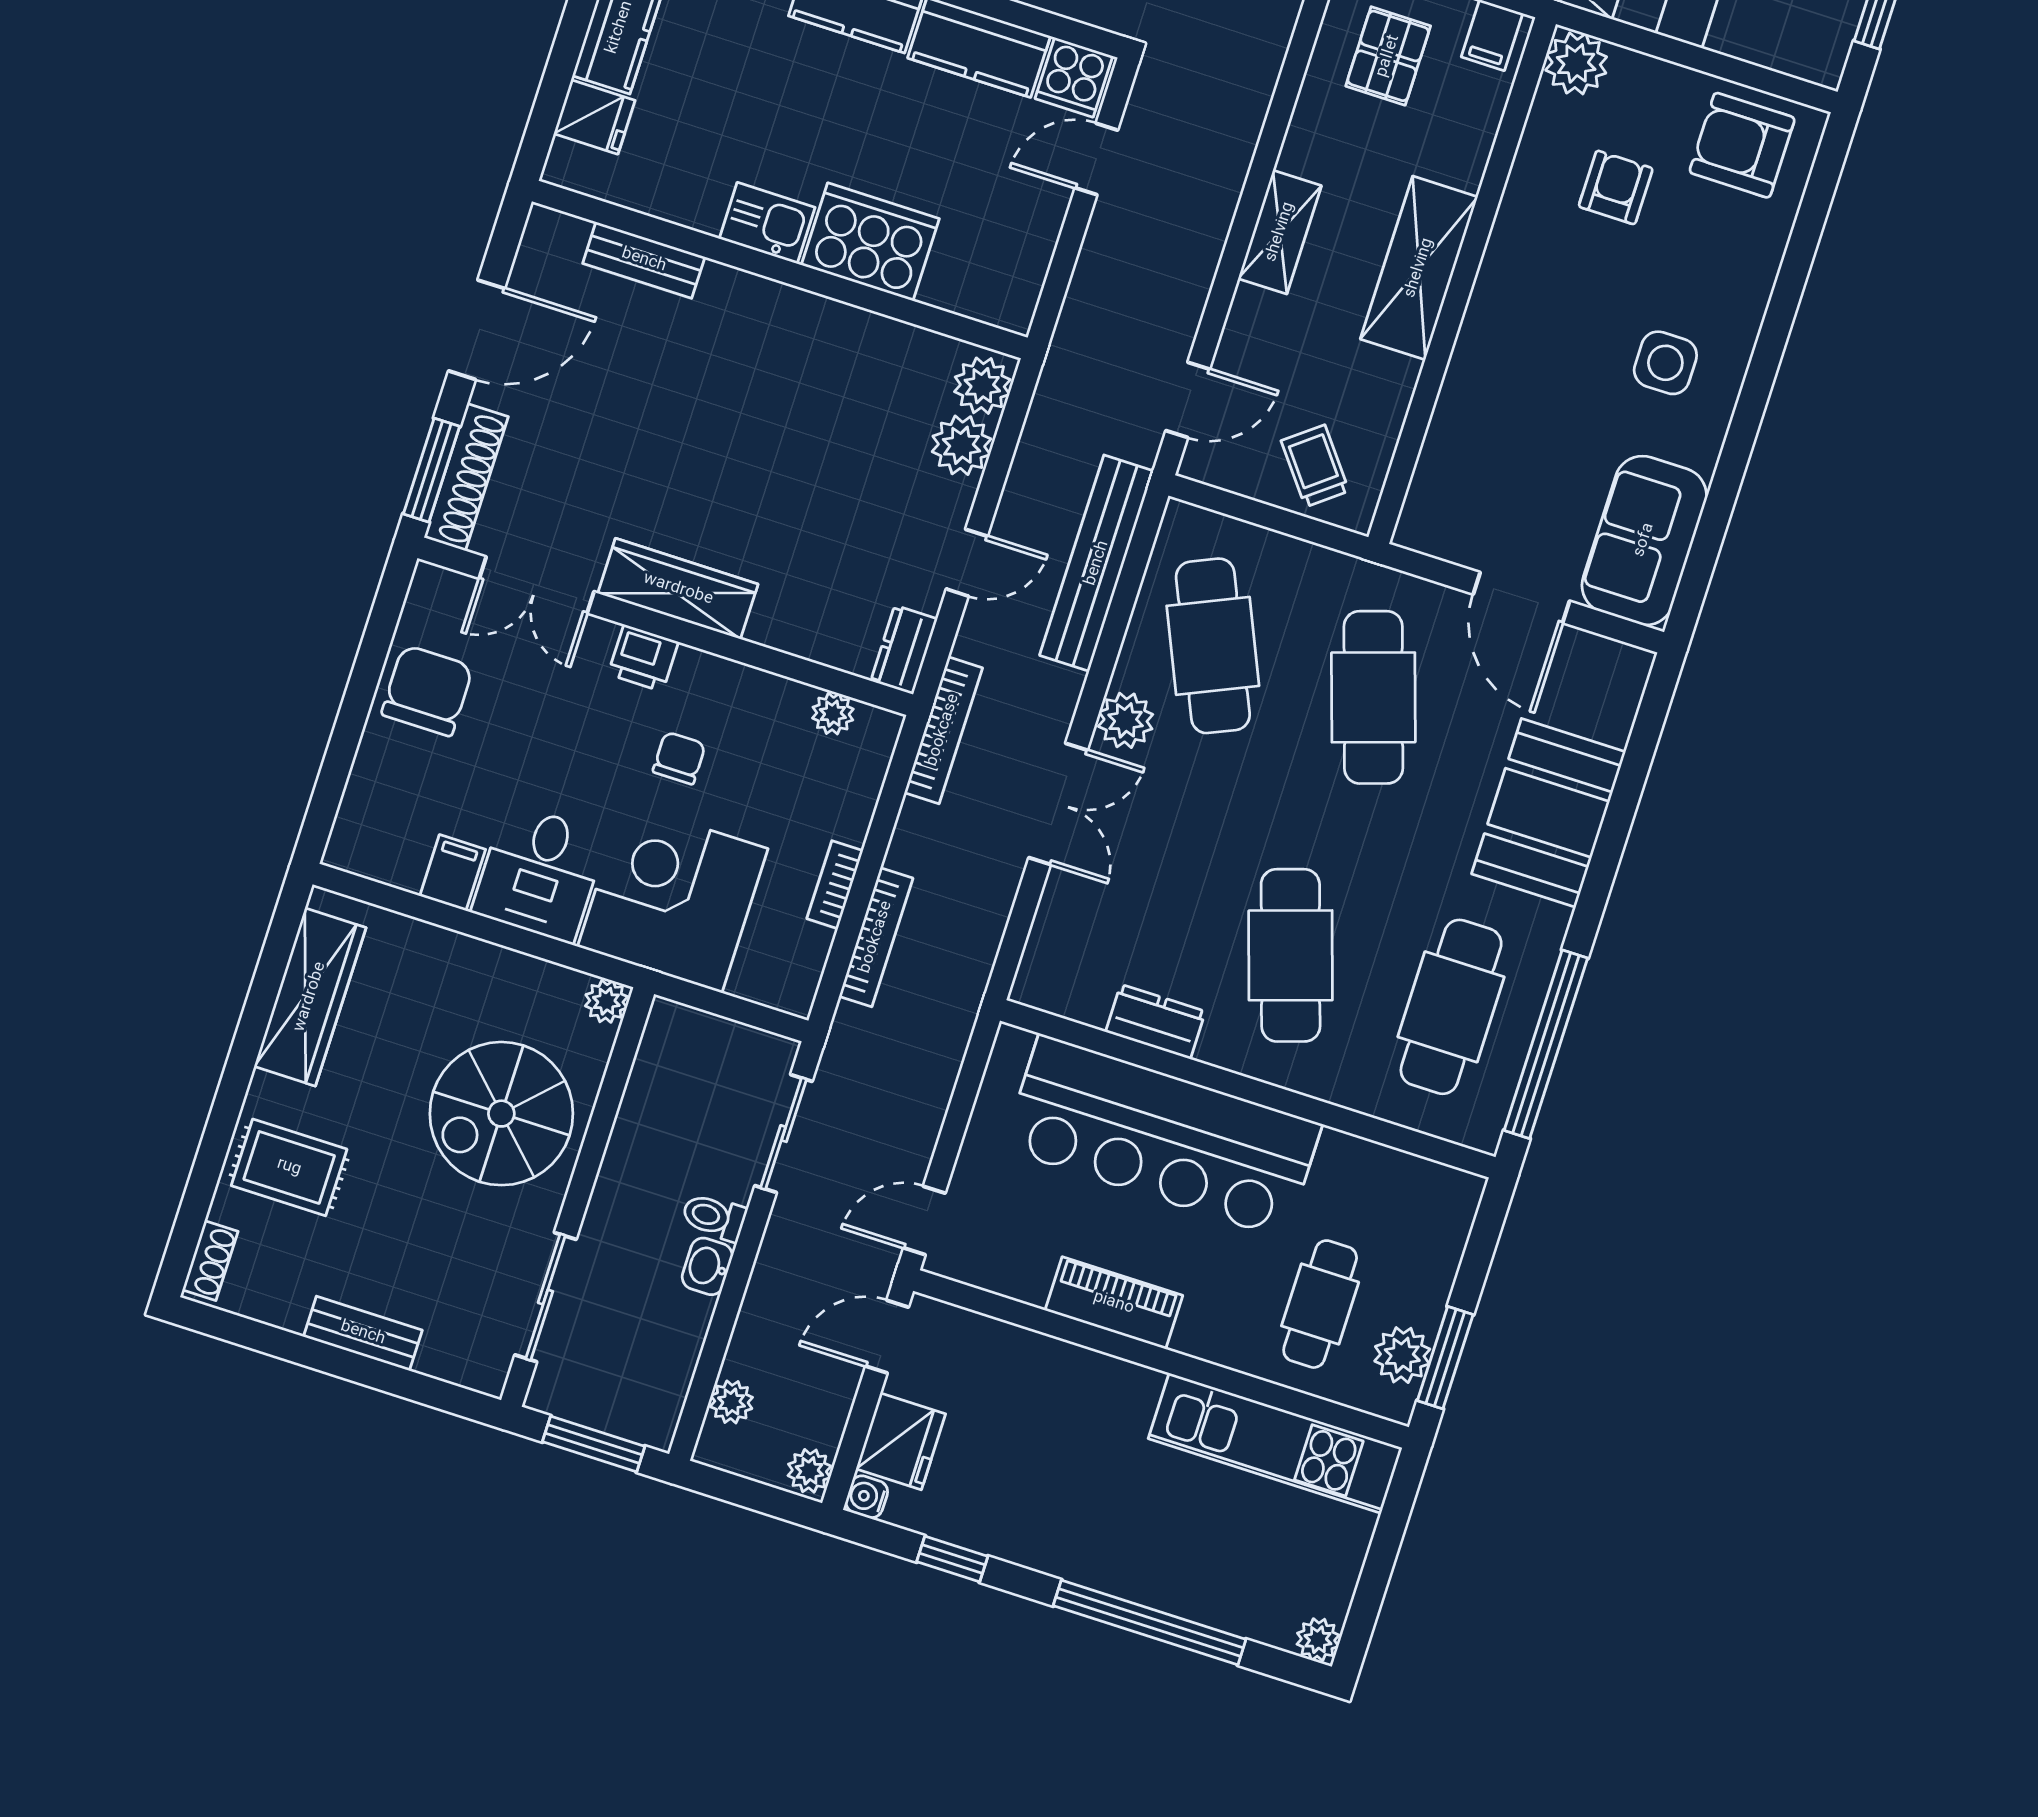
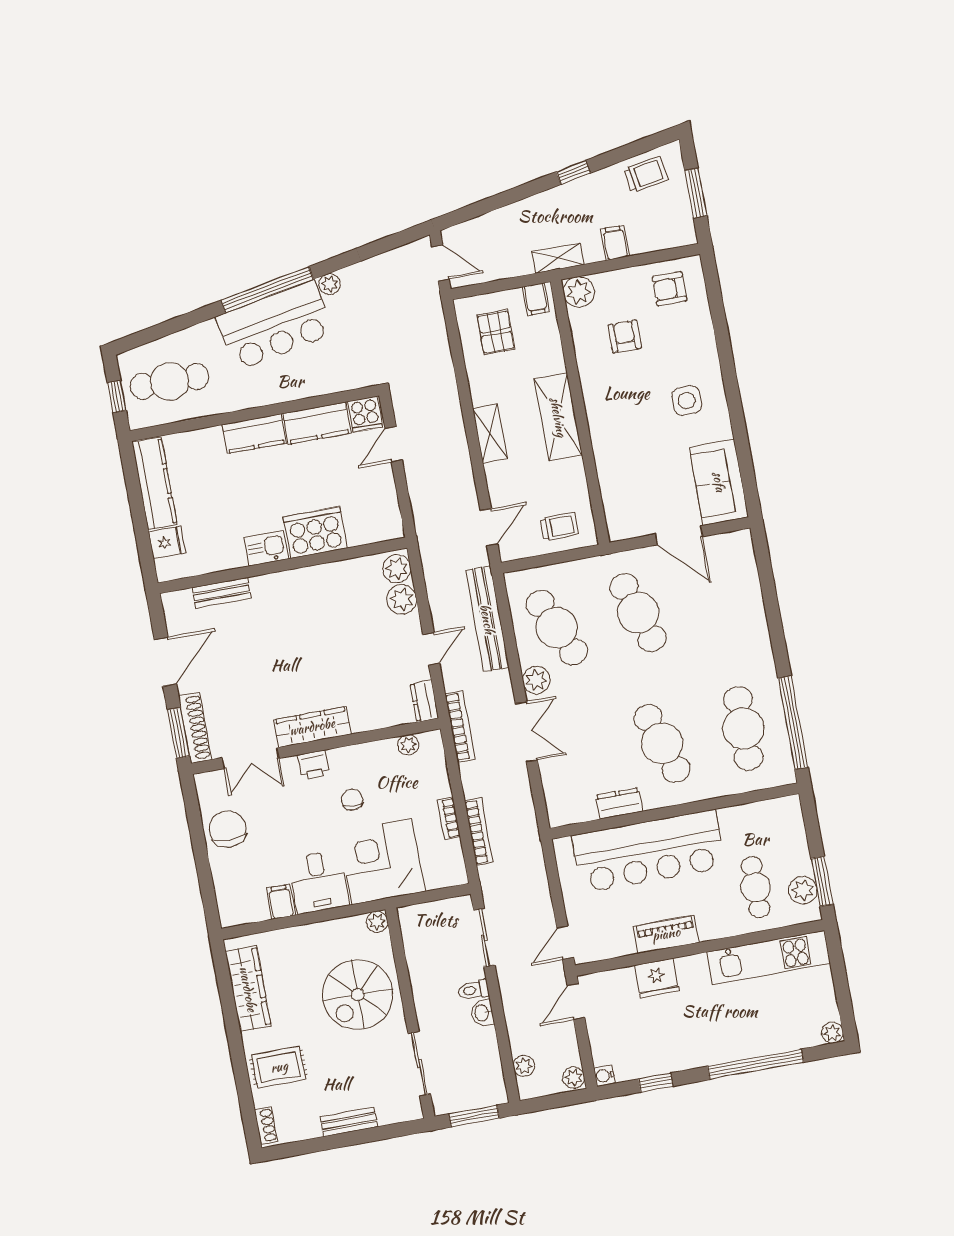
armchair: (1742, 145) -> (669, 289), width x0.72, depth x0.72
trolley: (1315, 466) -> (559, 526), turned 128
booth: (1549, 813) -> (741, 622), removed
fridge: (901, 1441) -> (657, 978), moved, turned 90

